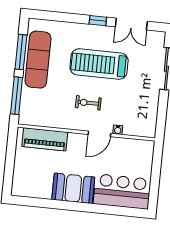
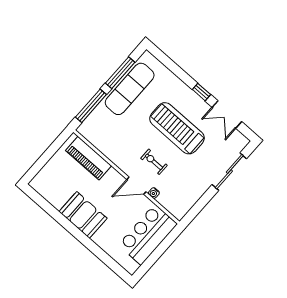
exercise bike: (88, 103) -> (154, 162), moved
bar counter: (122, 192) -> (148, 235), moved, turned -90

